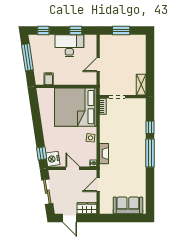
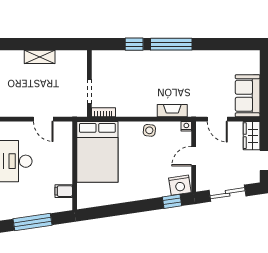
shelving: (141, 85) -> (40, 57), moved
bed: (76, 107) -> (97, 152), width x0.73
sofa: (128, 205) -> (248, 96), moved

